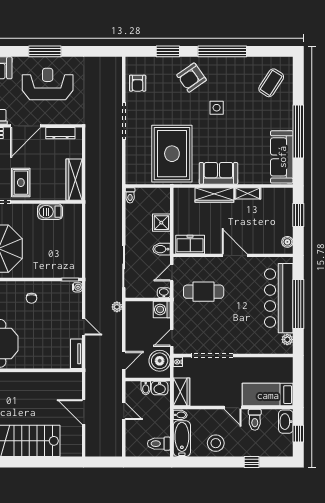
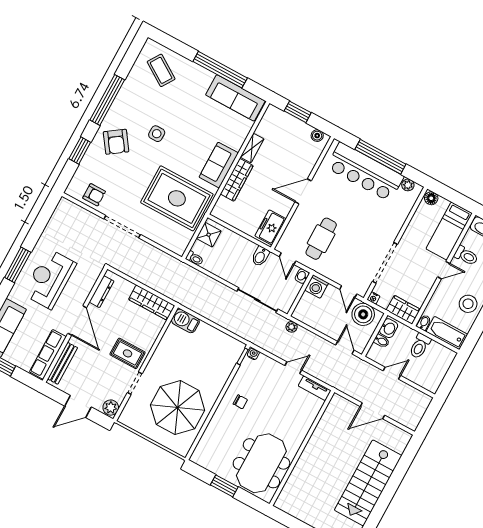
barbecue: (50, 212) -> (185, 321), moved, turned 90
shower: (161, 223) -> (209, 235), moved
floor lamp: (287, 365) -> (431, 198), added
toilet: (159, 444) -> (420, 346), moved

